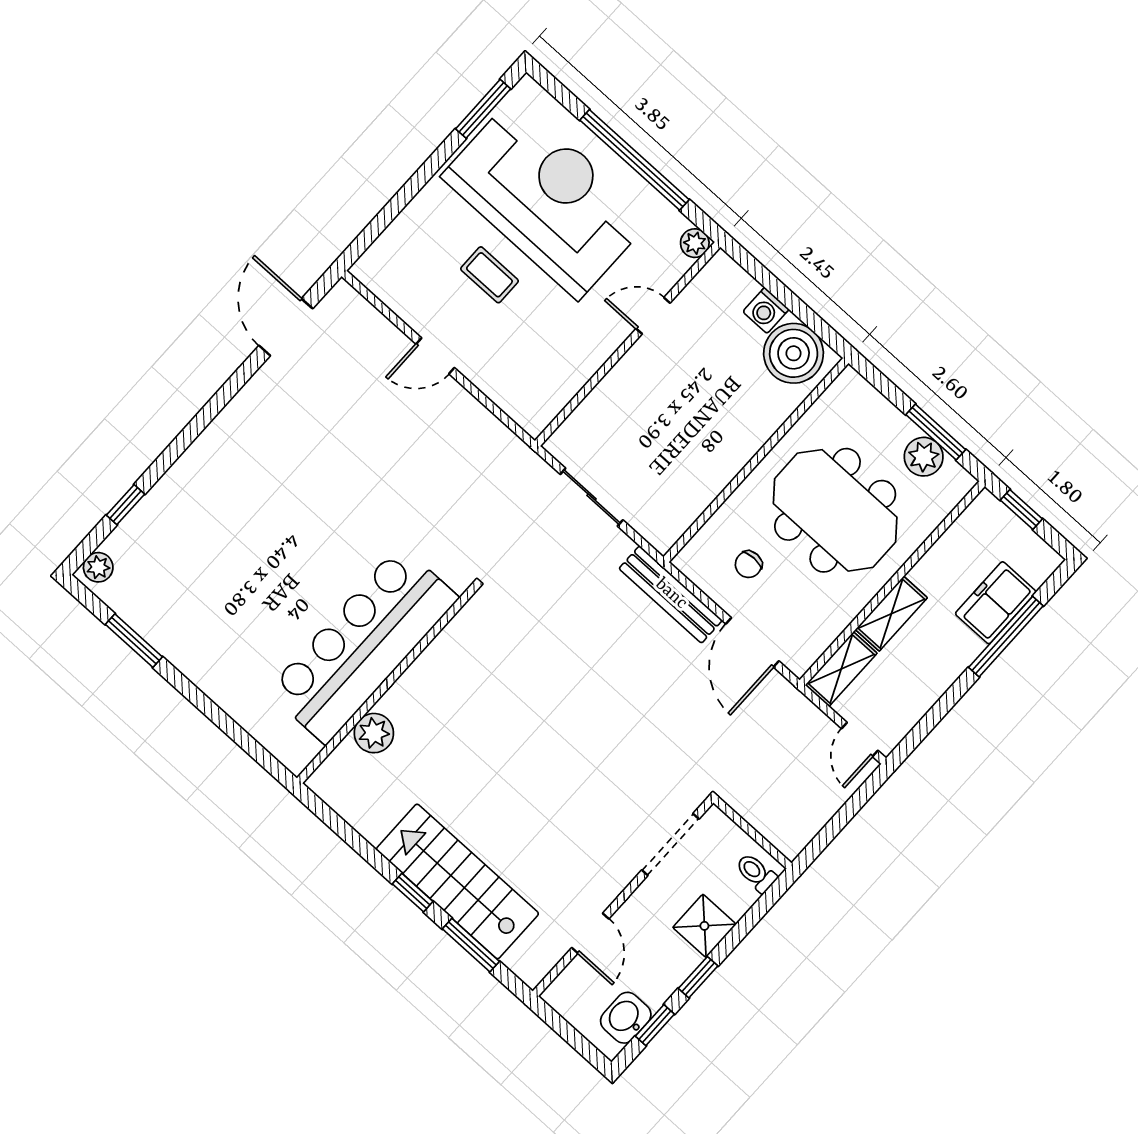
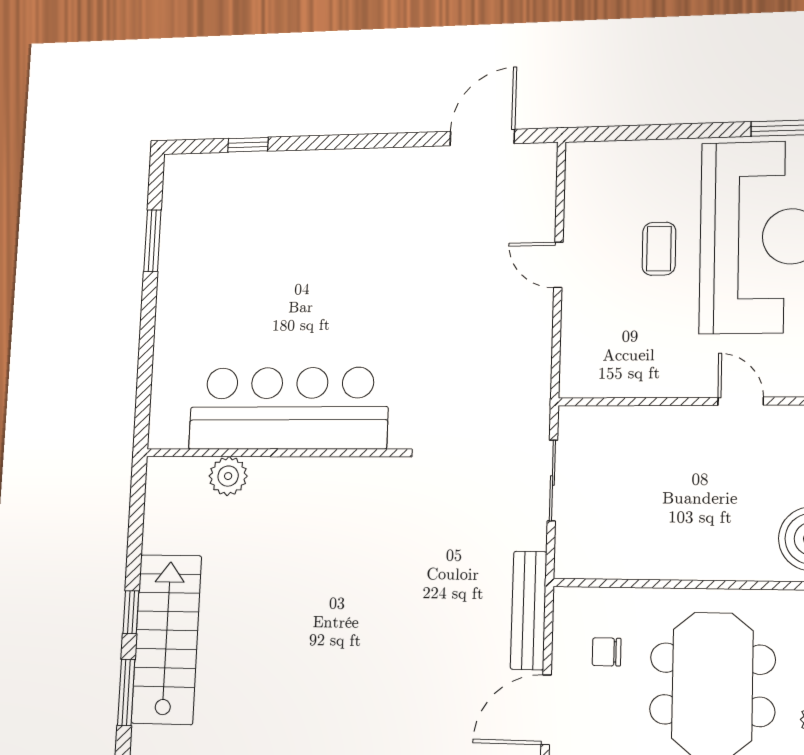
plant: (98, 567) -> (185, 167), removed

